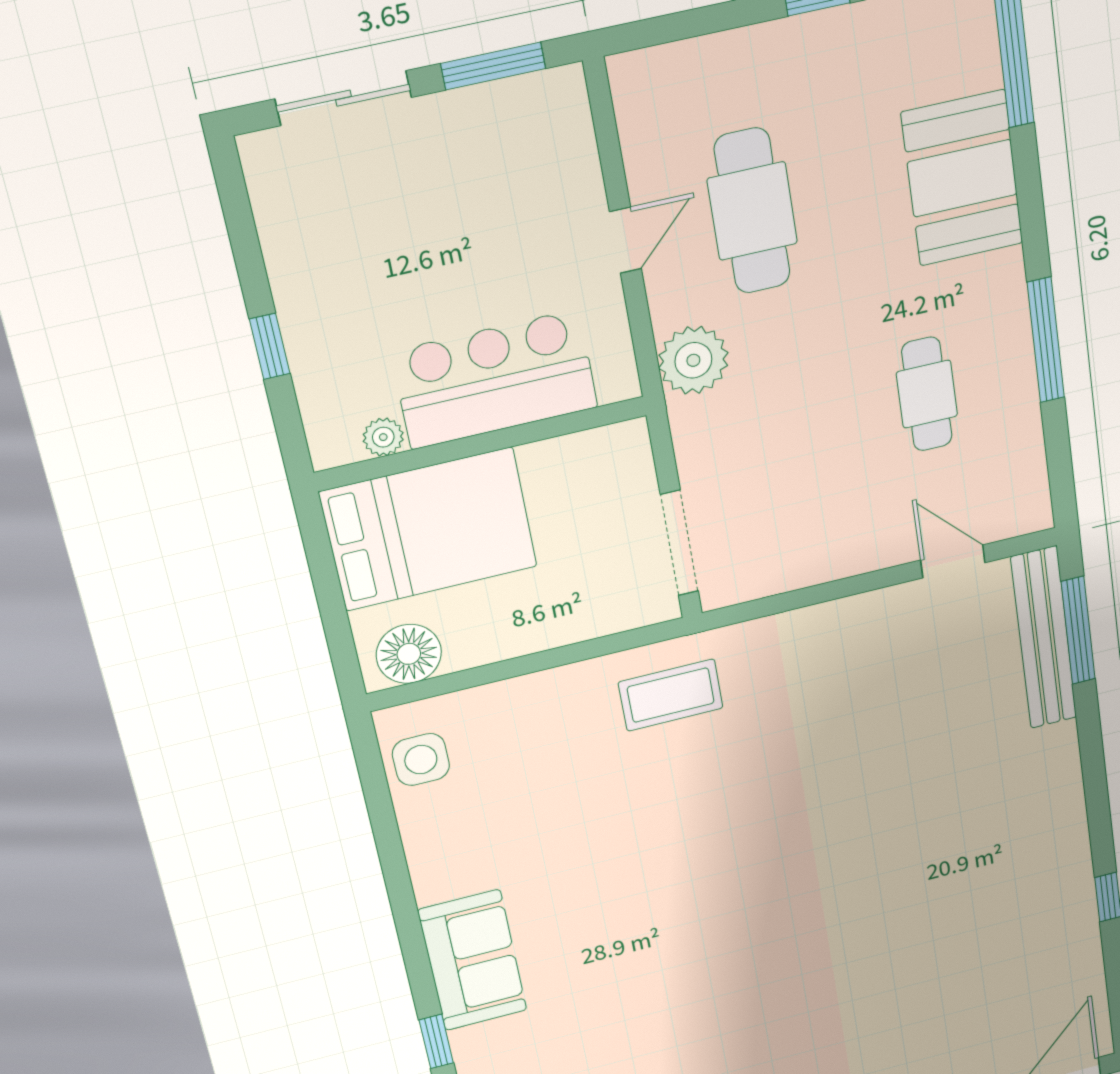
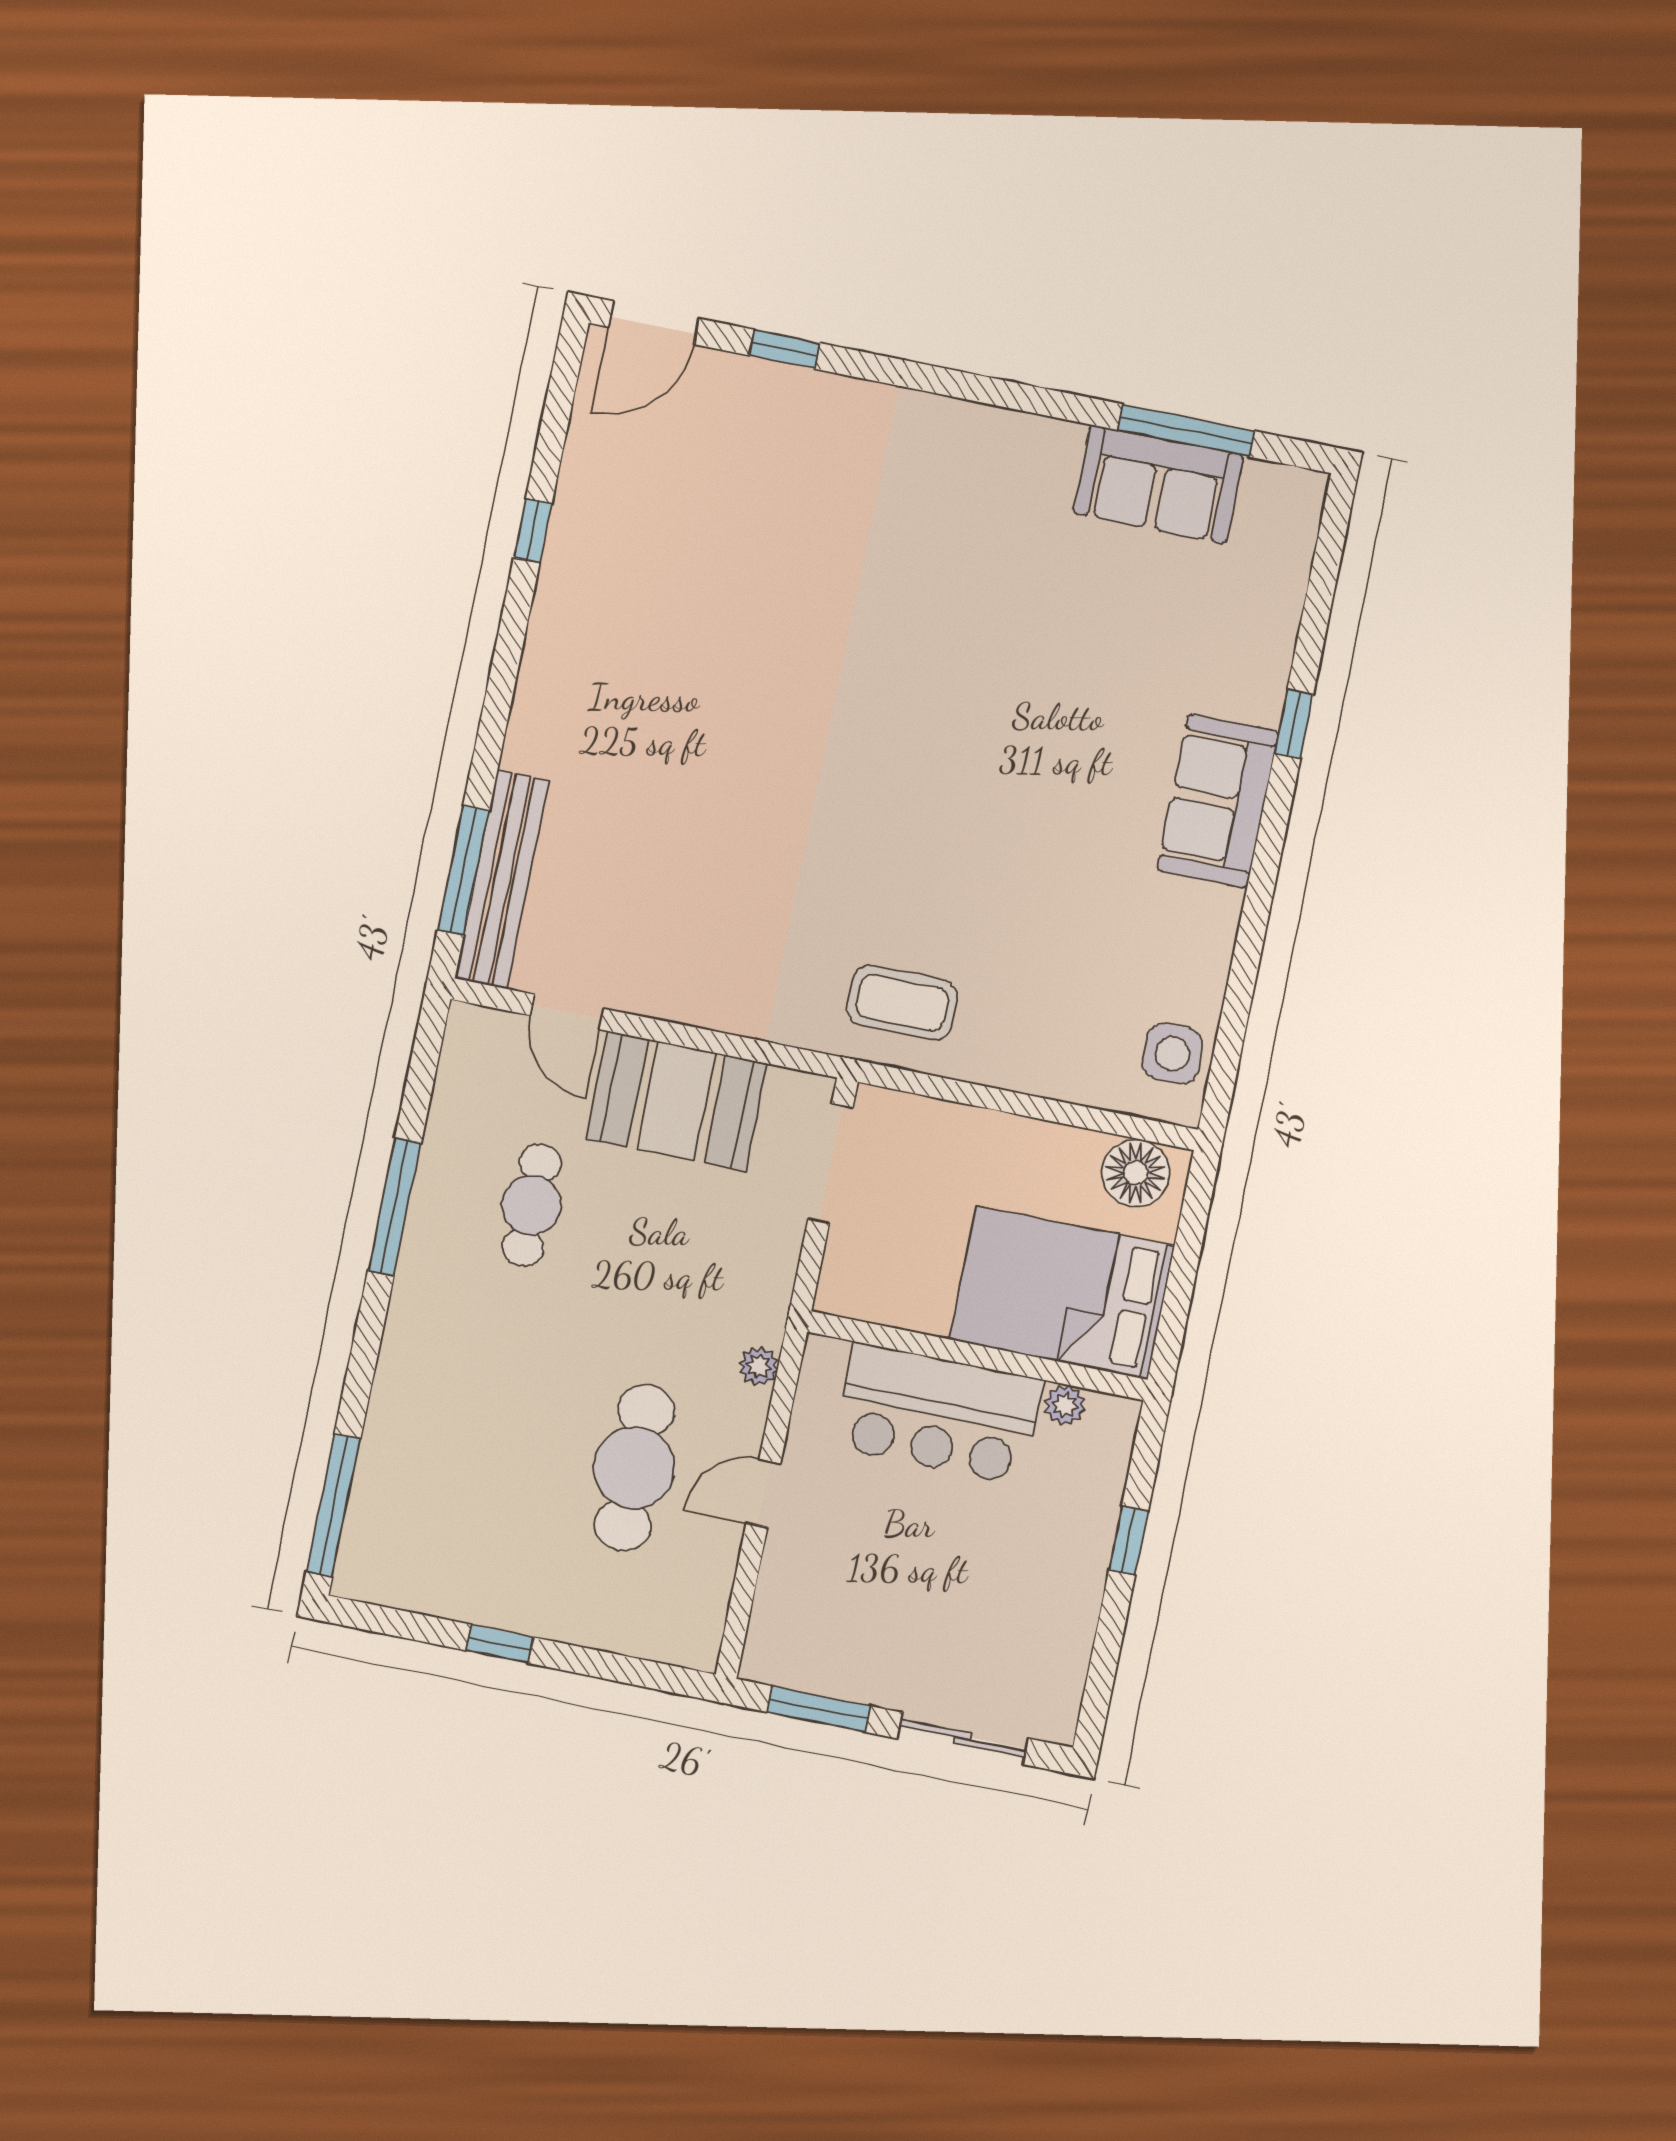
booth: (962, 178) -> (677, 1101), moved, turned 90
plant: (693, 360) -> (759, 1366), width x0.53, depth x0.53

